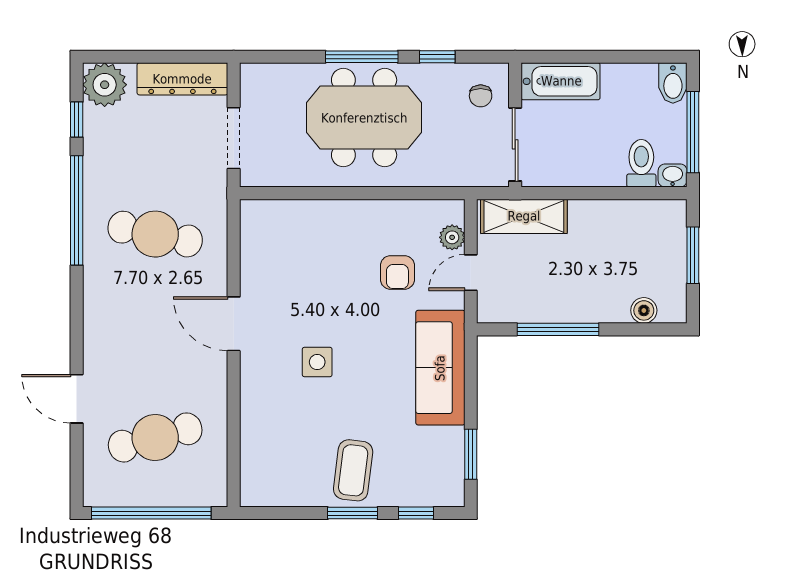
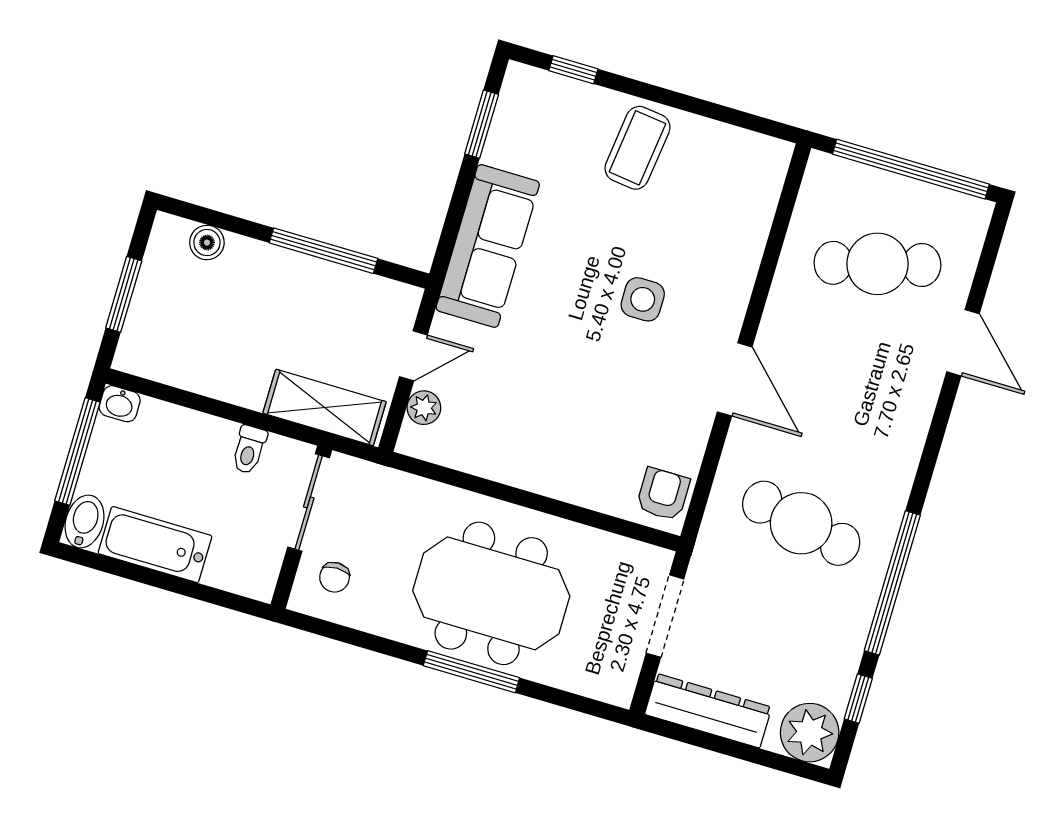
window: (437, 57) -> (375, 643), removed
bathtub: (561, 81) -> (155, 545), moved
chair: (481, 96) -> (335, 577), turned 180
toilet: (641, 163) -> (249, 450), moved, width x0.73, depth x0.72
armchair: (397, 272) -> (663, 494), moved
window: (353, 513) -> (654, 94), removed

